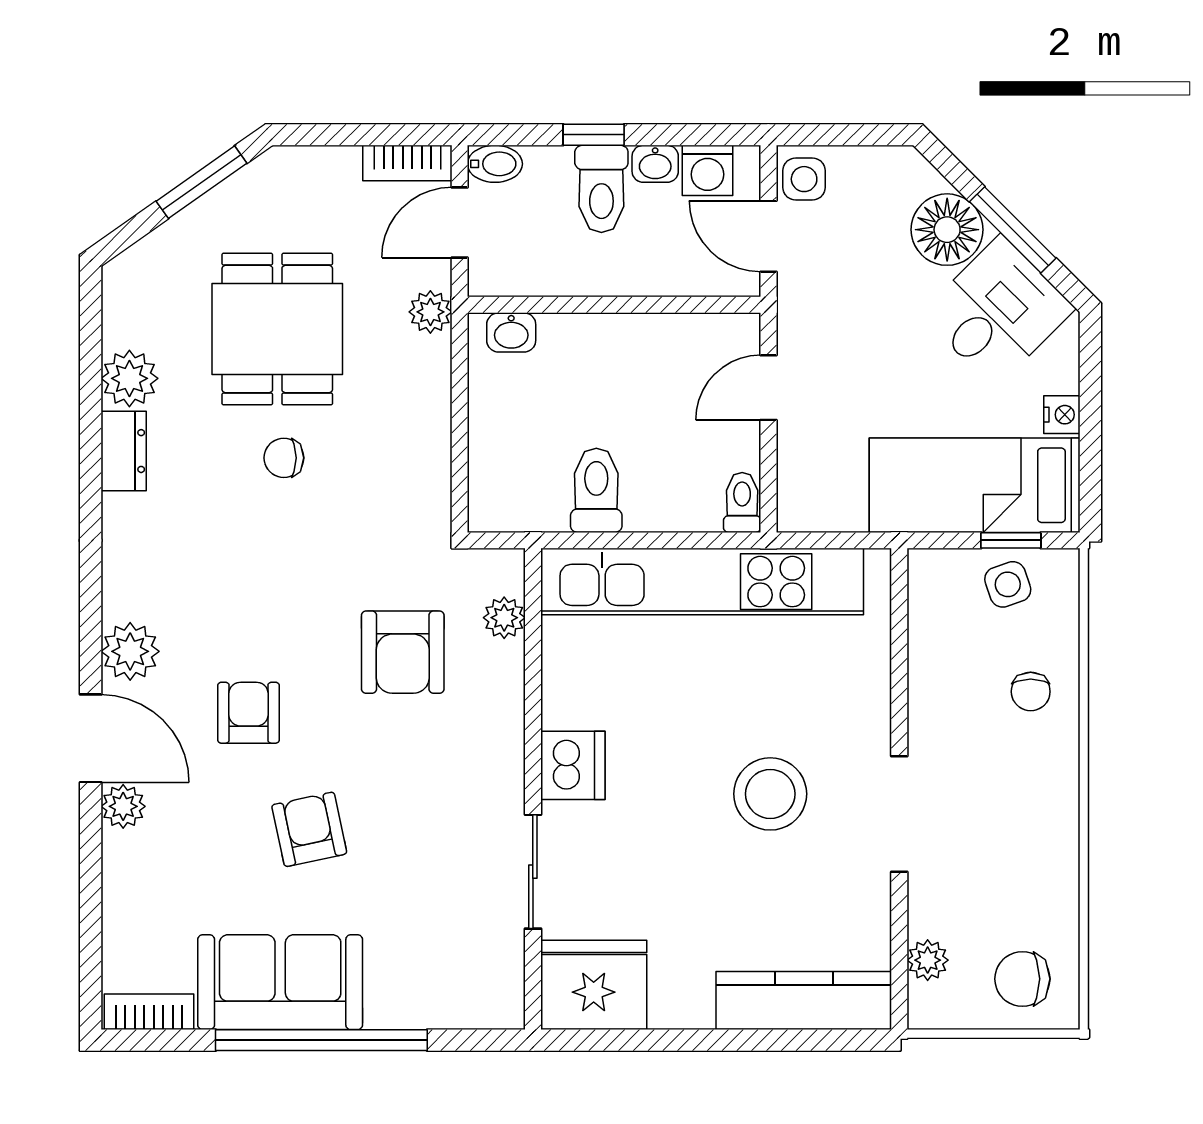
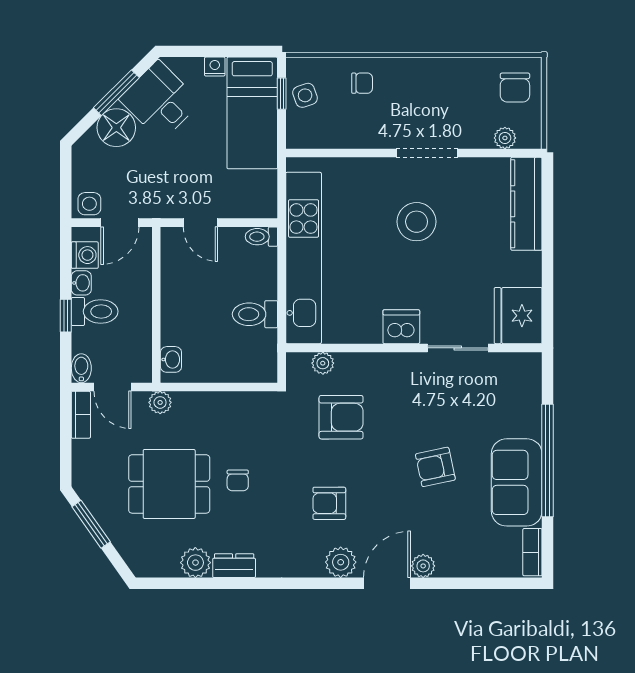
armchair: (248, 713) -> (329, 503), moved

